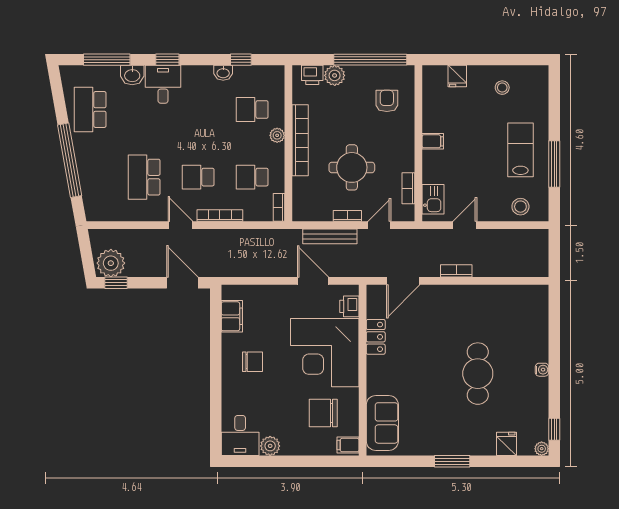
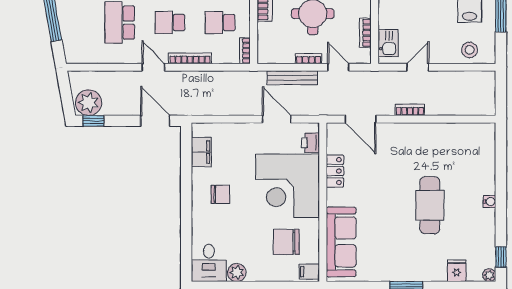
door: (379, 225) -> (338, 67), hinge flipped
door: (403, 281) -> (361, 119), hinge flipped
sofa: (382, 423) -> (341, 242), width x1.36

